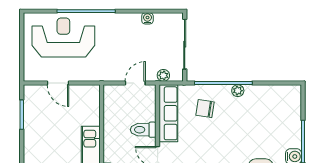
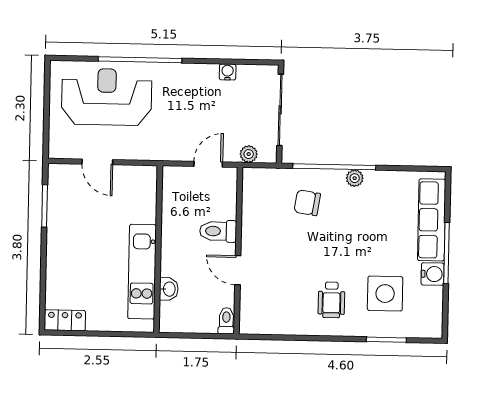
row of seats: (168, 113) -> (432, 220), moved, turned 180

